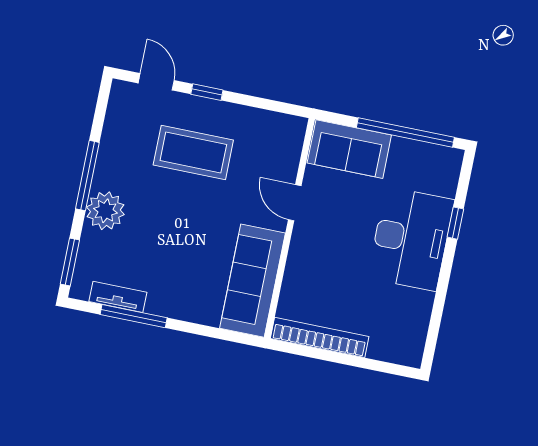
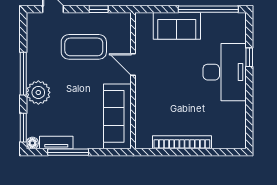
window: (207, 92) -> (99, 9), moved
door: (295, 203) -> (133, 65), moved
wall: (289, 228) -> (133, 81), moved
sofa: (253, 281) -> (117, 116), moved
floor lamp: (79, 290) -> (32, 143), added

